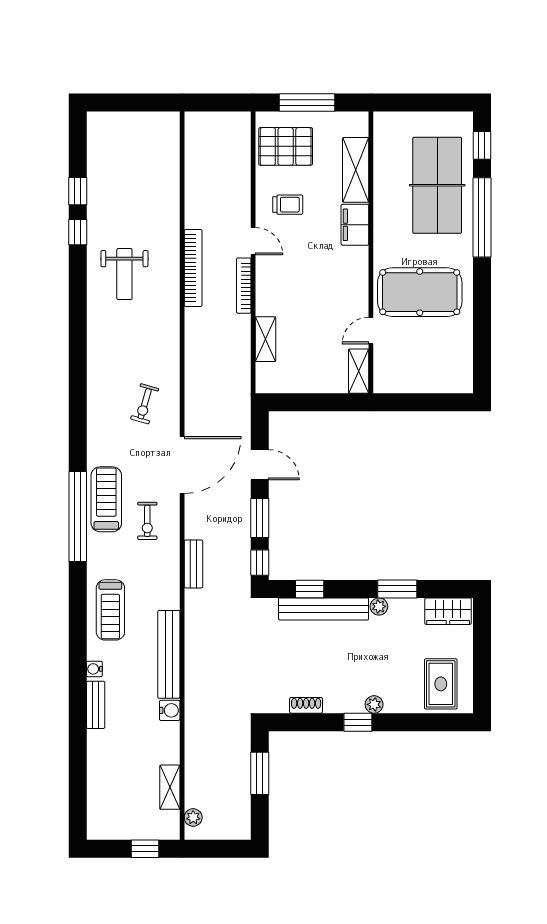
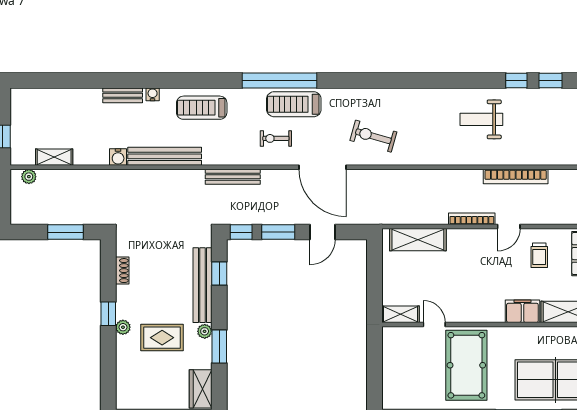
bookcase: (193, 268) -> (516, 176), moved
shelving: (266, 339) -> (418, 240), width x1.50, depth x1.33
exercise bike: (145, 404) -> (373, 136), width x1.38, depth x1.39
treadmill: (106, 499) -> (294, 104), turned 180
bench: (193, 564) -> (233, 177), width x1.36
rug: (441, 684) -> (162, 338), moved

